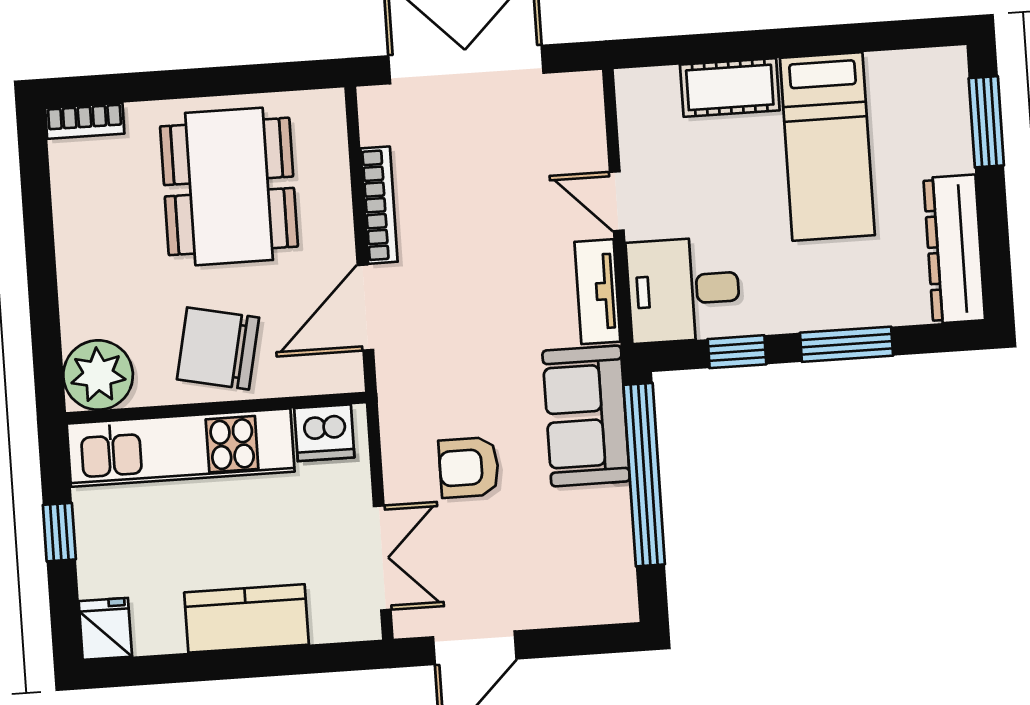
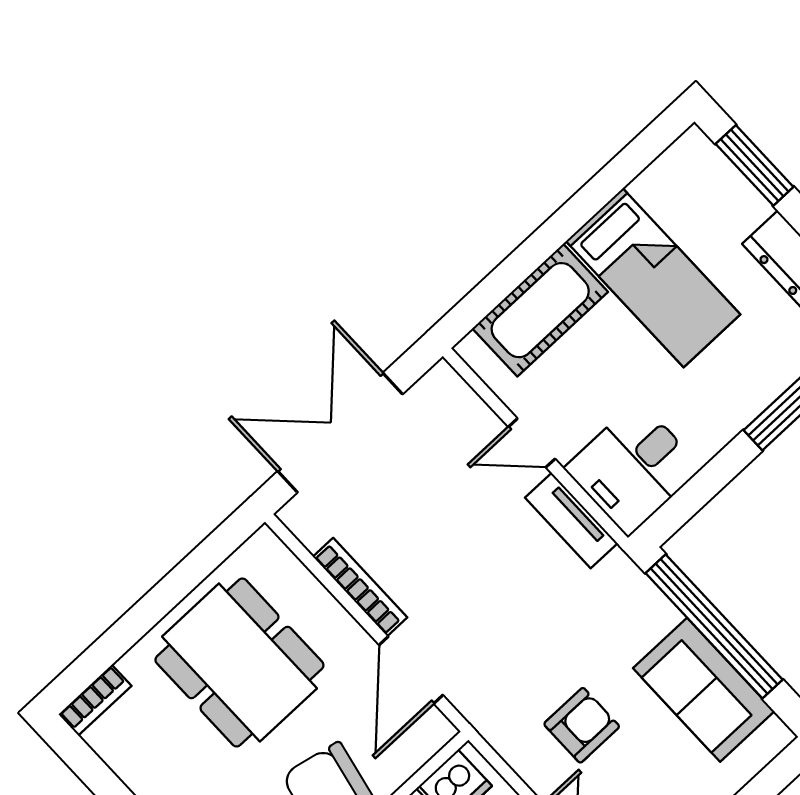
cot: (730, 87) -> (540, 310), width x1.37, depth x1.34
window: (737, 352) -> (709, 482), removed
sofa: (586, 416) -> (704, 690), moved
armchair: (469, 467) -> (582, 725), turned 180

